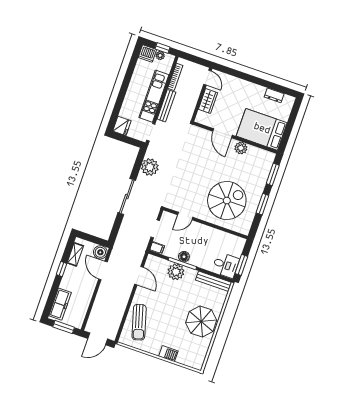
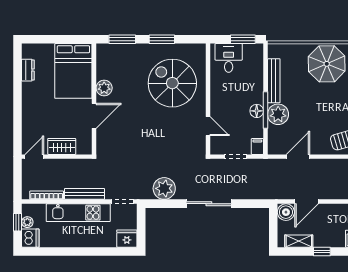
desk: (226, 265) -> (229, 58), moved
bench: (214, 281) -> (274, 81), moved

